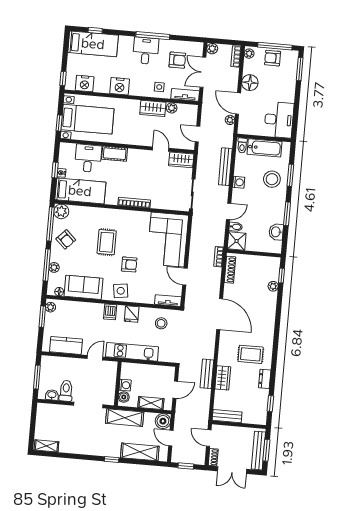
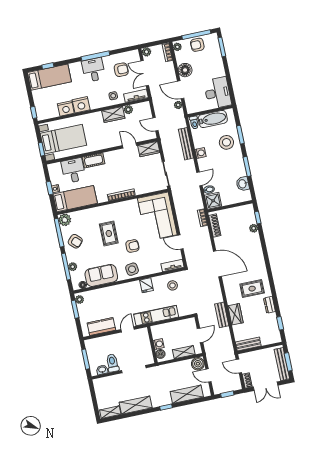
nightstand: (85, 84) -> (66, 108), moved
dishwasher: (110, 312) -> (129, 289), removed
shelving: (125, 418) -> (136, 405), moved

